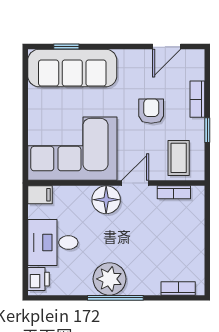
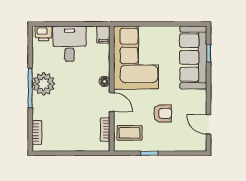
bookcase: (197, 99) -> (171, 146), removed
floor lamp: (106, 200) -> (105, 81), width x0.53, depth x0.53

